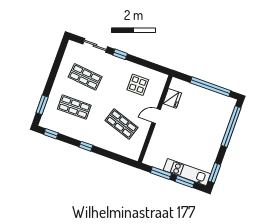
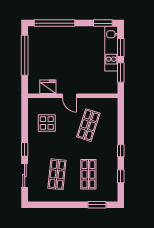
window: (51, 134) -> (121, 176), moved

